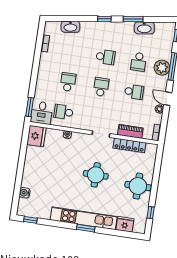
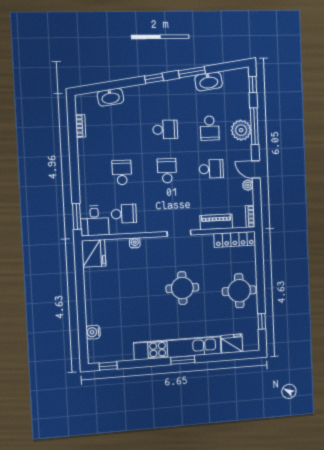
school desk: (63, 112) -> (124, 214), turned 180
locker: (129, 145) -> (235, 239), moved

